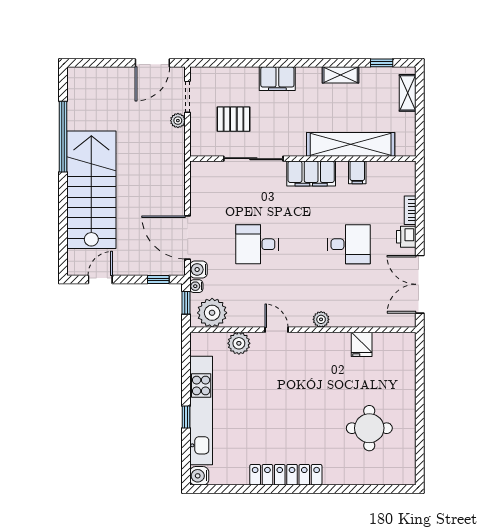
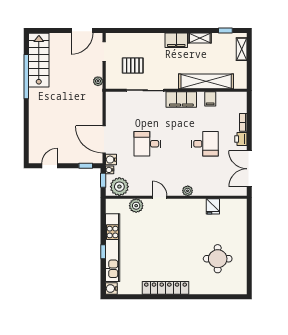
filing cabinet: (277, 79) -> (176, 40), moved
plant: (178, 121) -> (98, 81), moved
stairs: (91, 190) -> (39, 60), moved, width x0.73, depth x0.66

